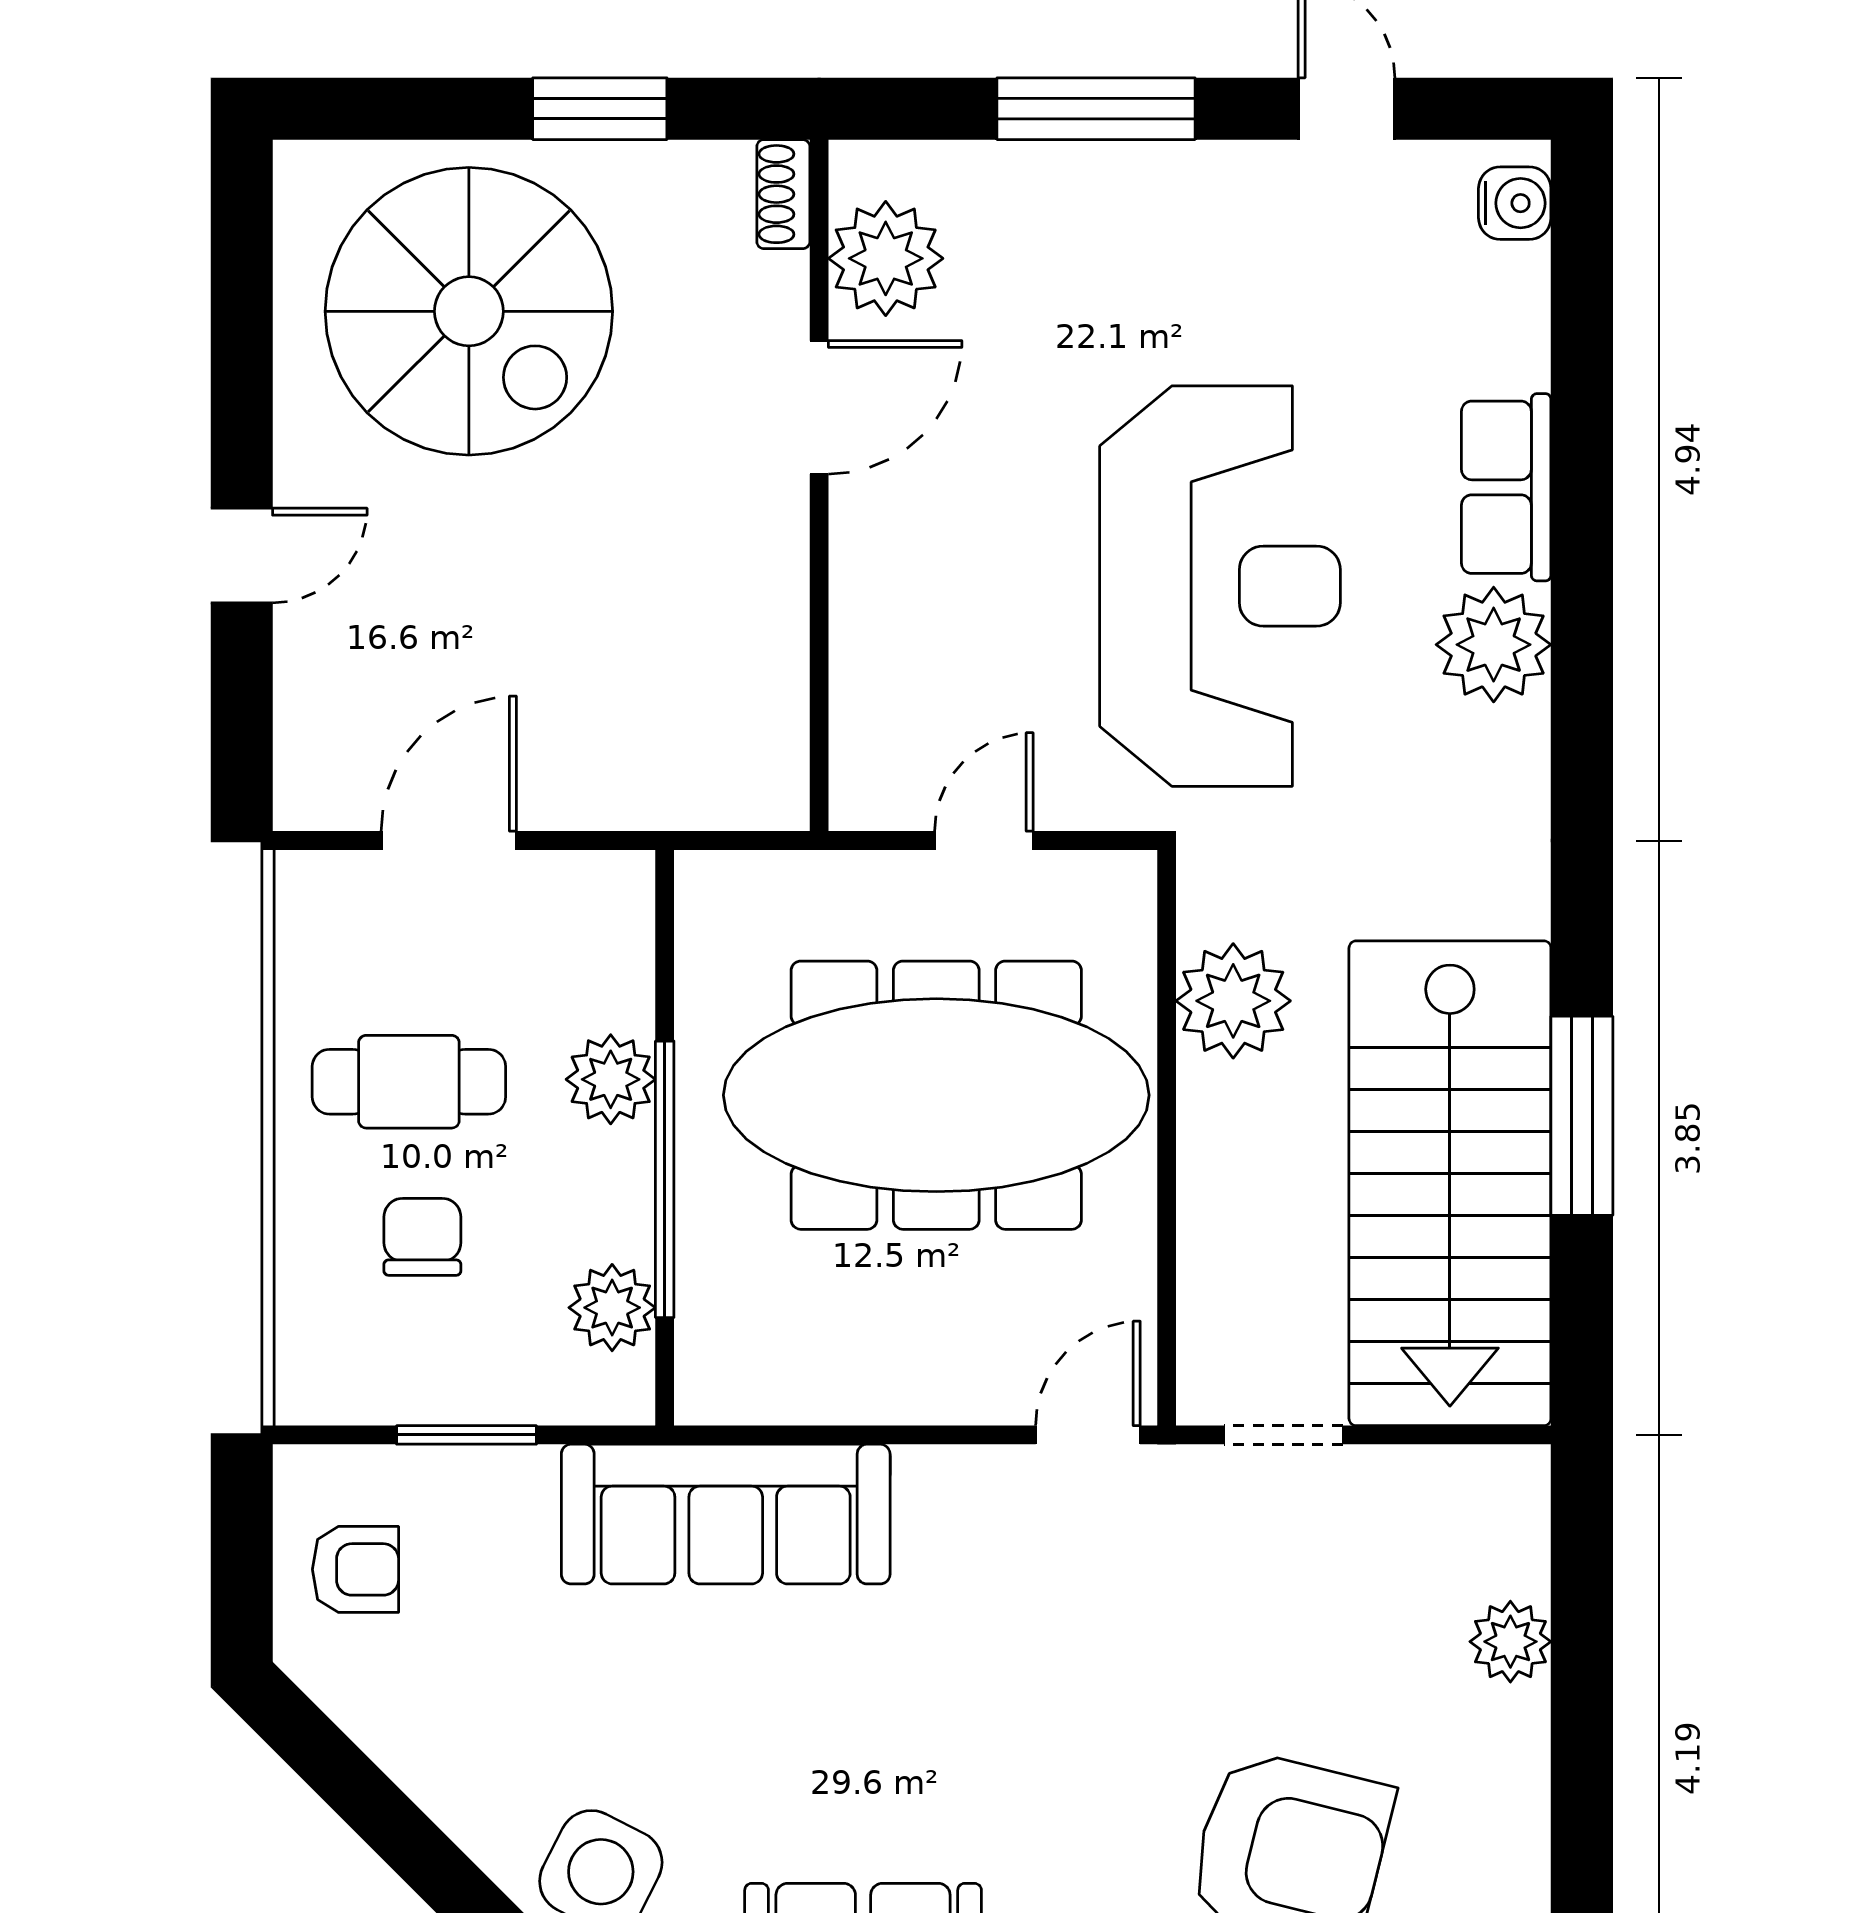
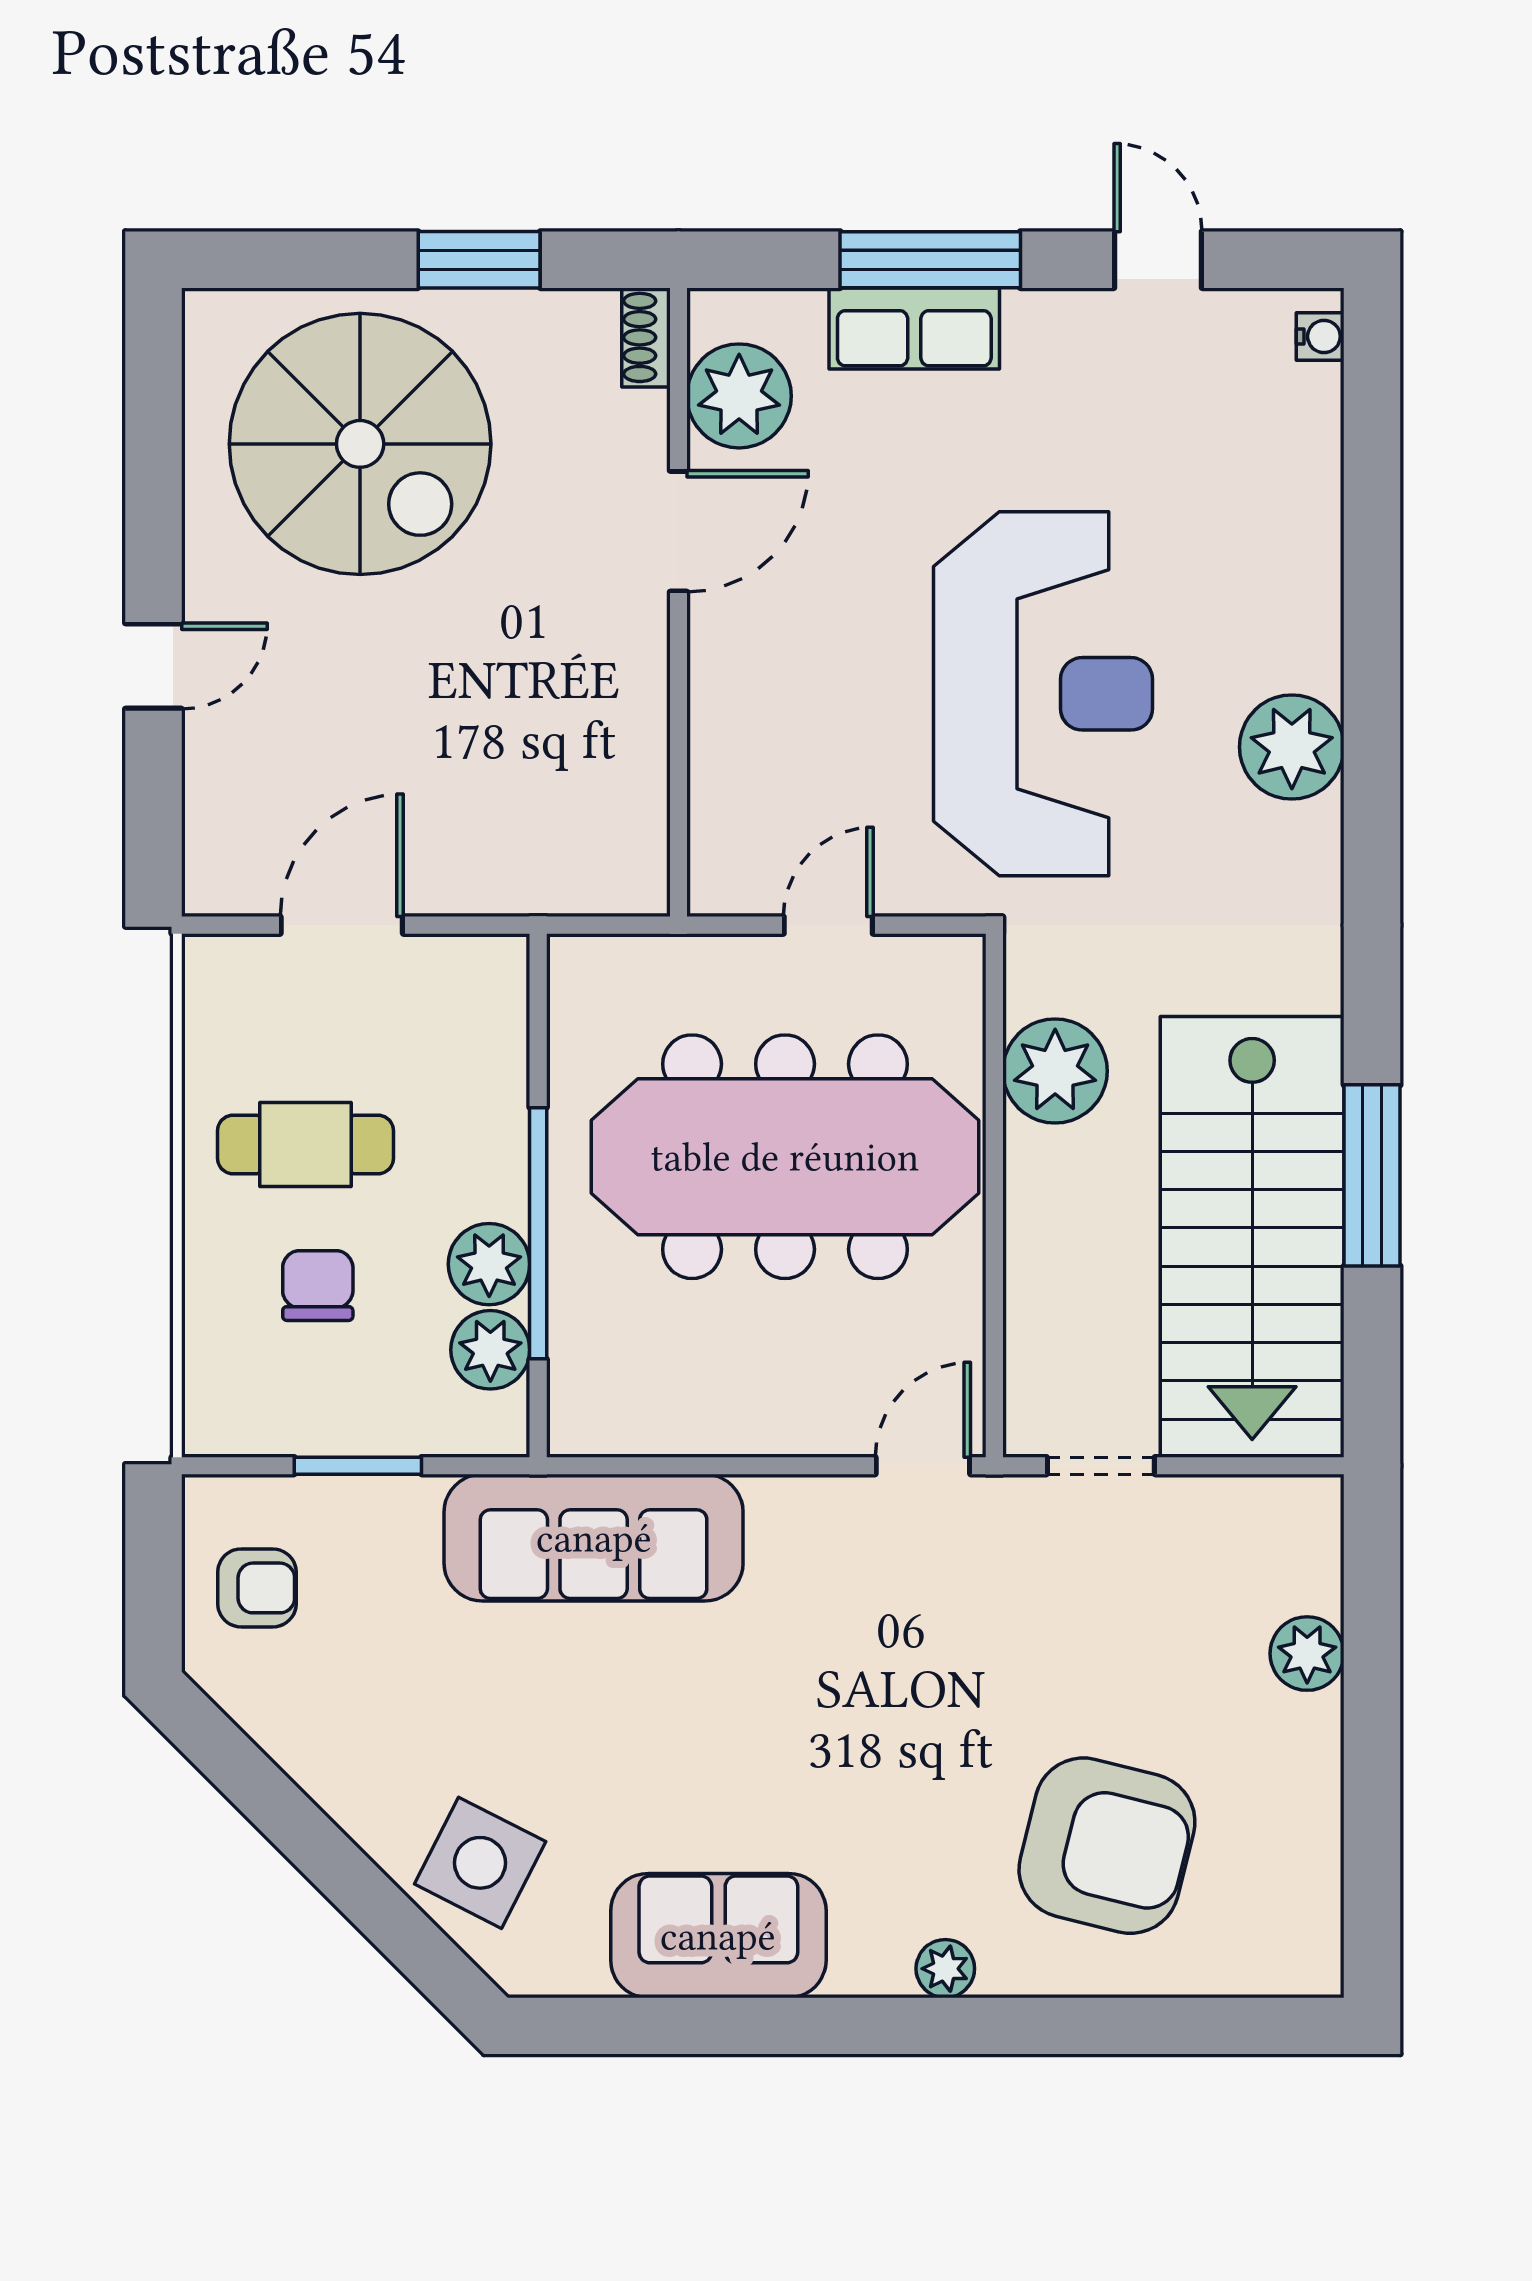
water cooler: (1515, 203) -> (1320, 336), width x0.72, depth x0.72
row of seats: (1506, 487) -> (914, 328), moved, turned -90
plant: (611, 1079) -> (489, 1264), moved

